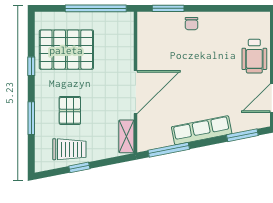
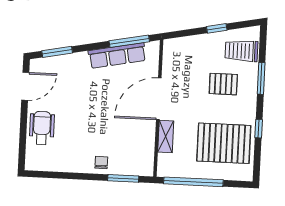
pallet: (70, 110) -> (223, 84), turned 90
row of seats: (202, 130) -> (117, 56), moved
shelving: (126, 136) -> (166, 137), moved
trolley: (69, 149) -> (241, 51), moved

